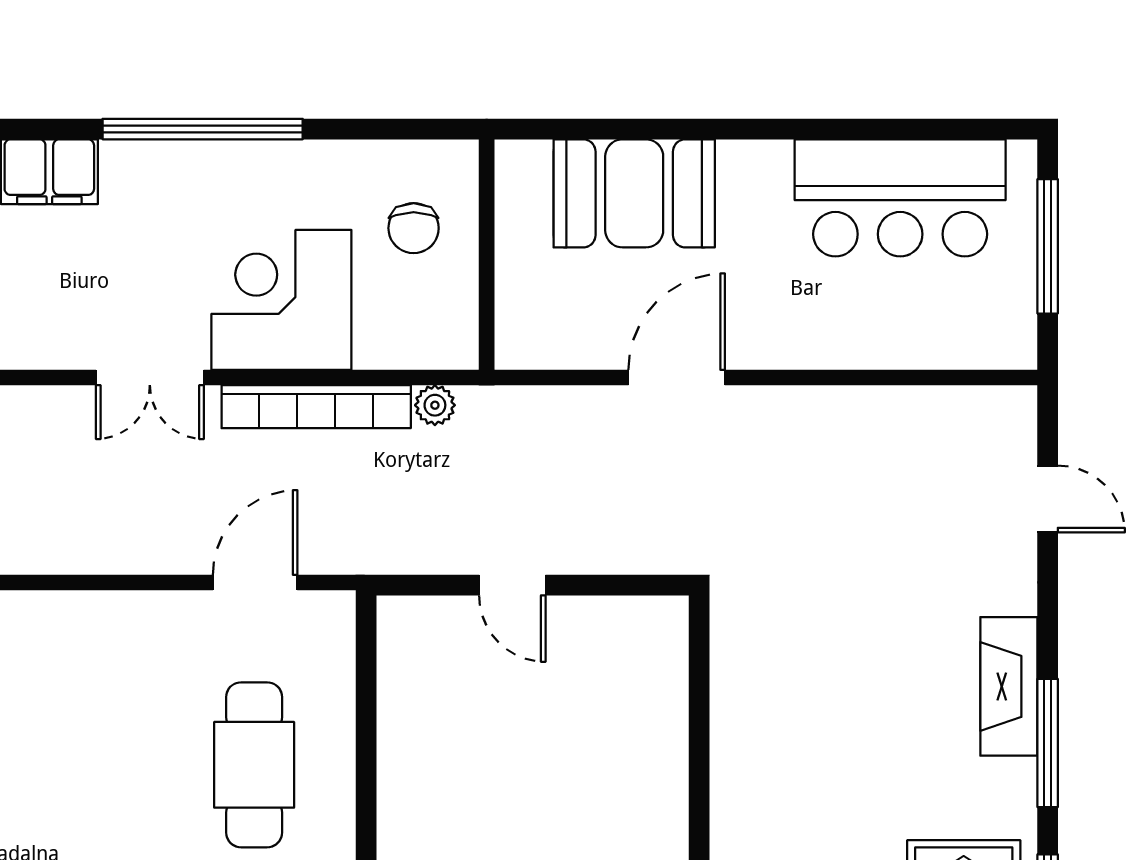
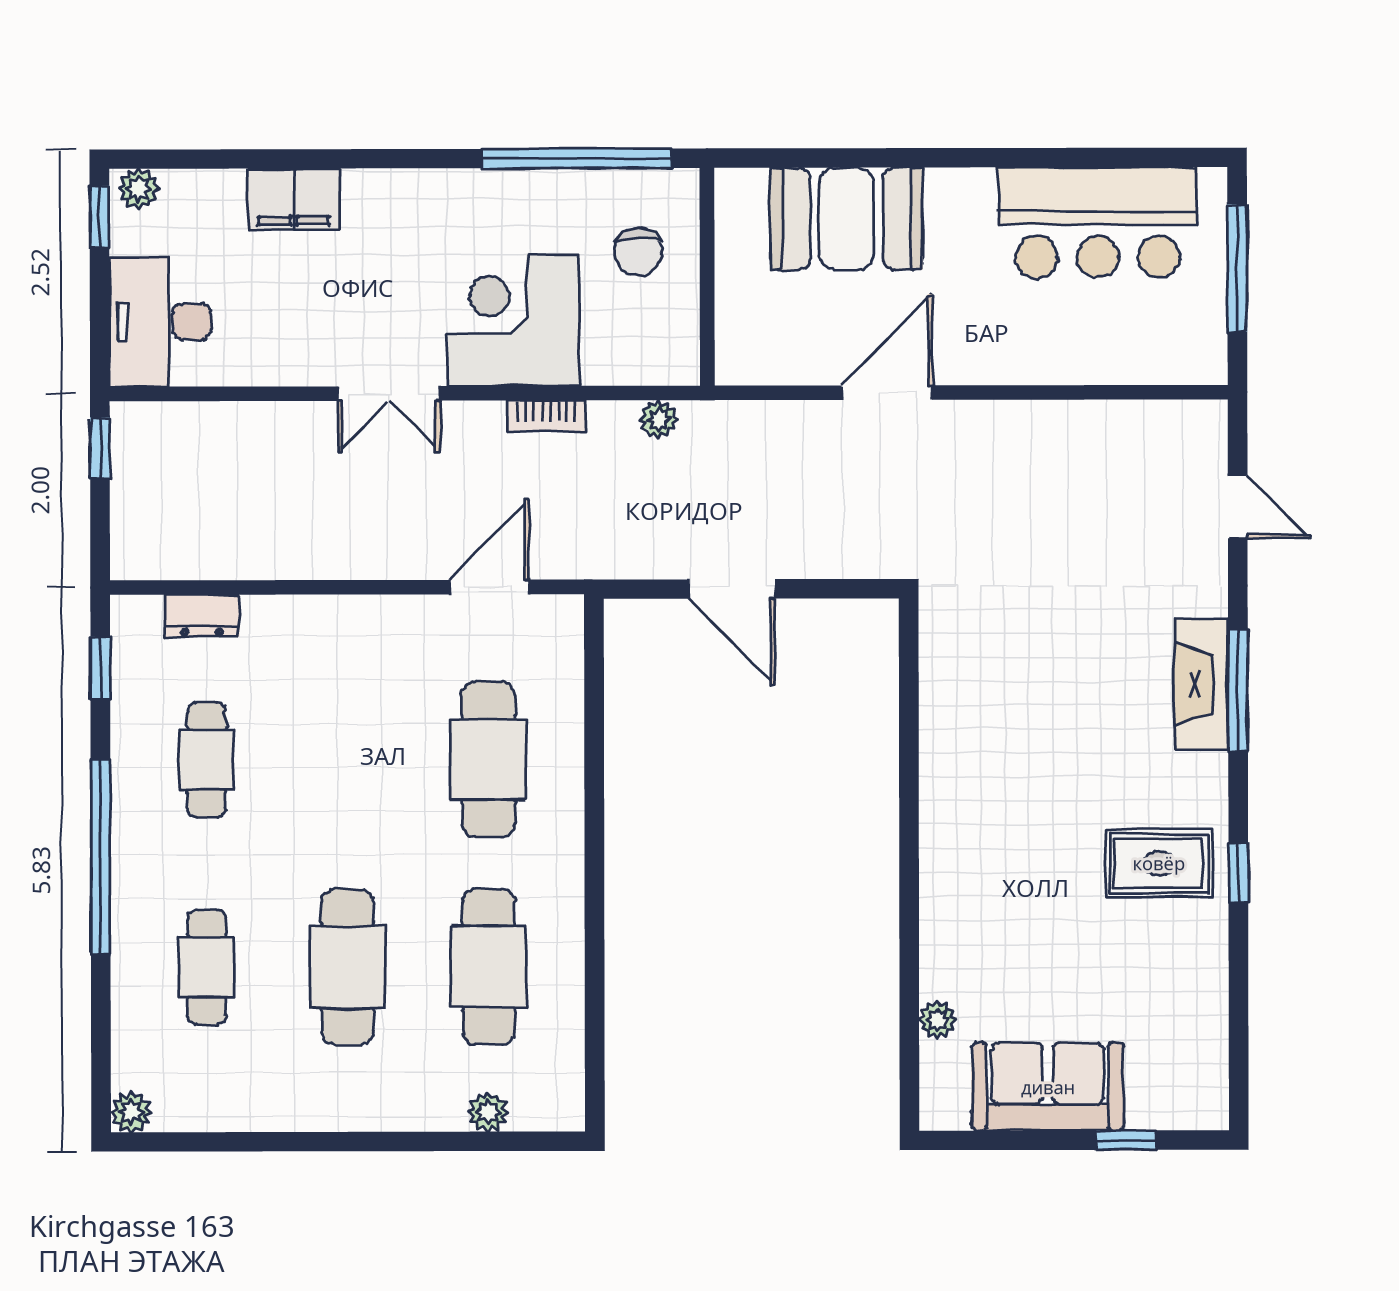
window: (203, 129) -> (577, 158), moved
bookcase: (316, 407) -> (546, 416), width x0.43, depth x0.76
door: (512, 585) -> (732, 589), width x1.38
window: (1048, 743) -> (1238, 690), moved

